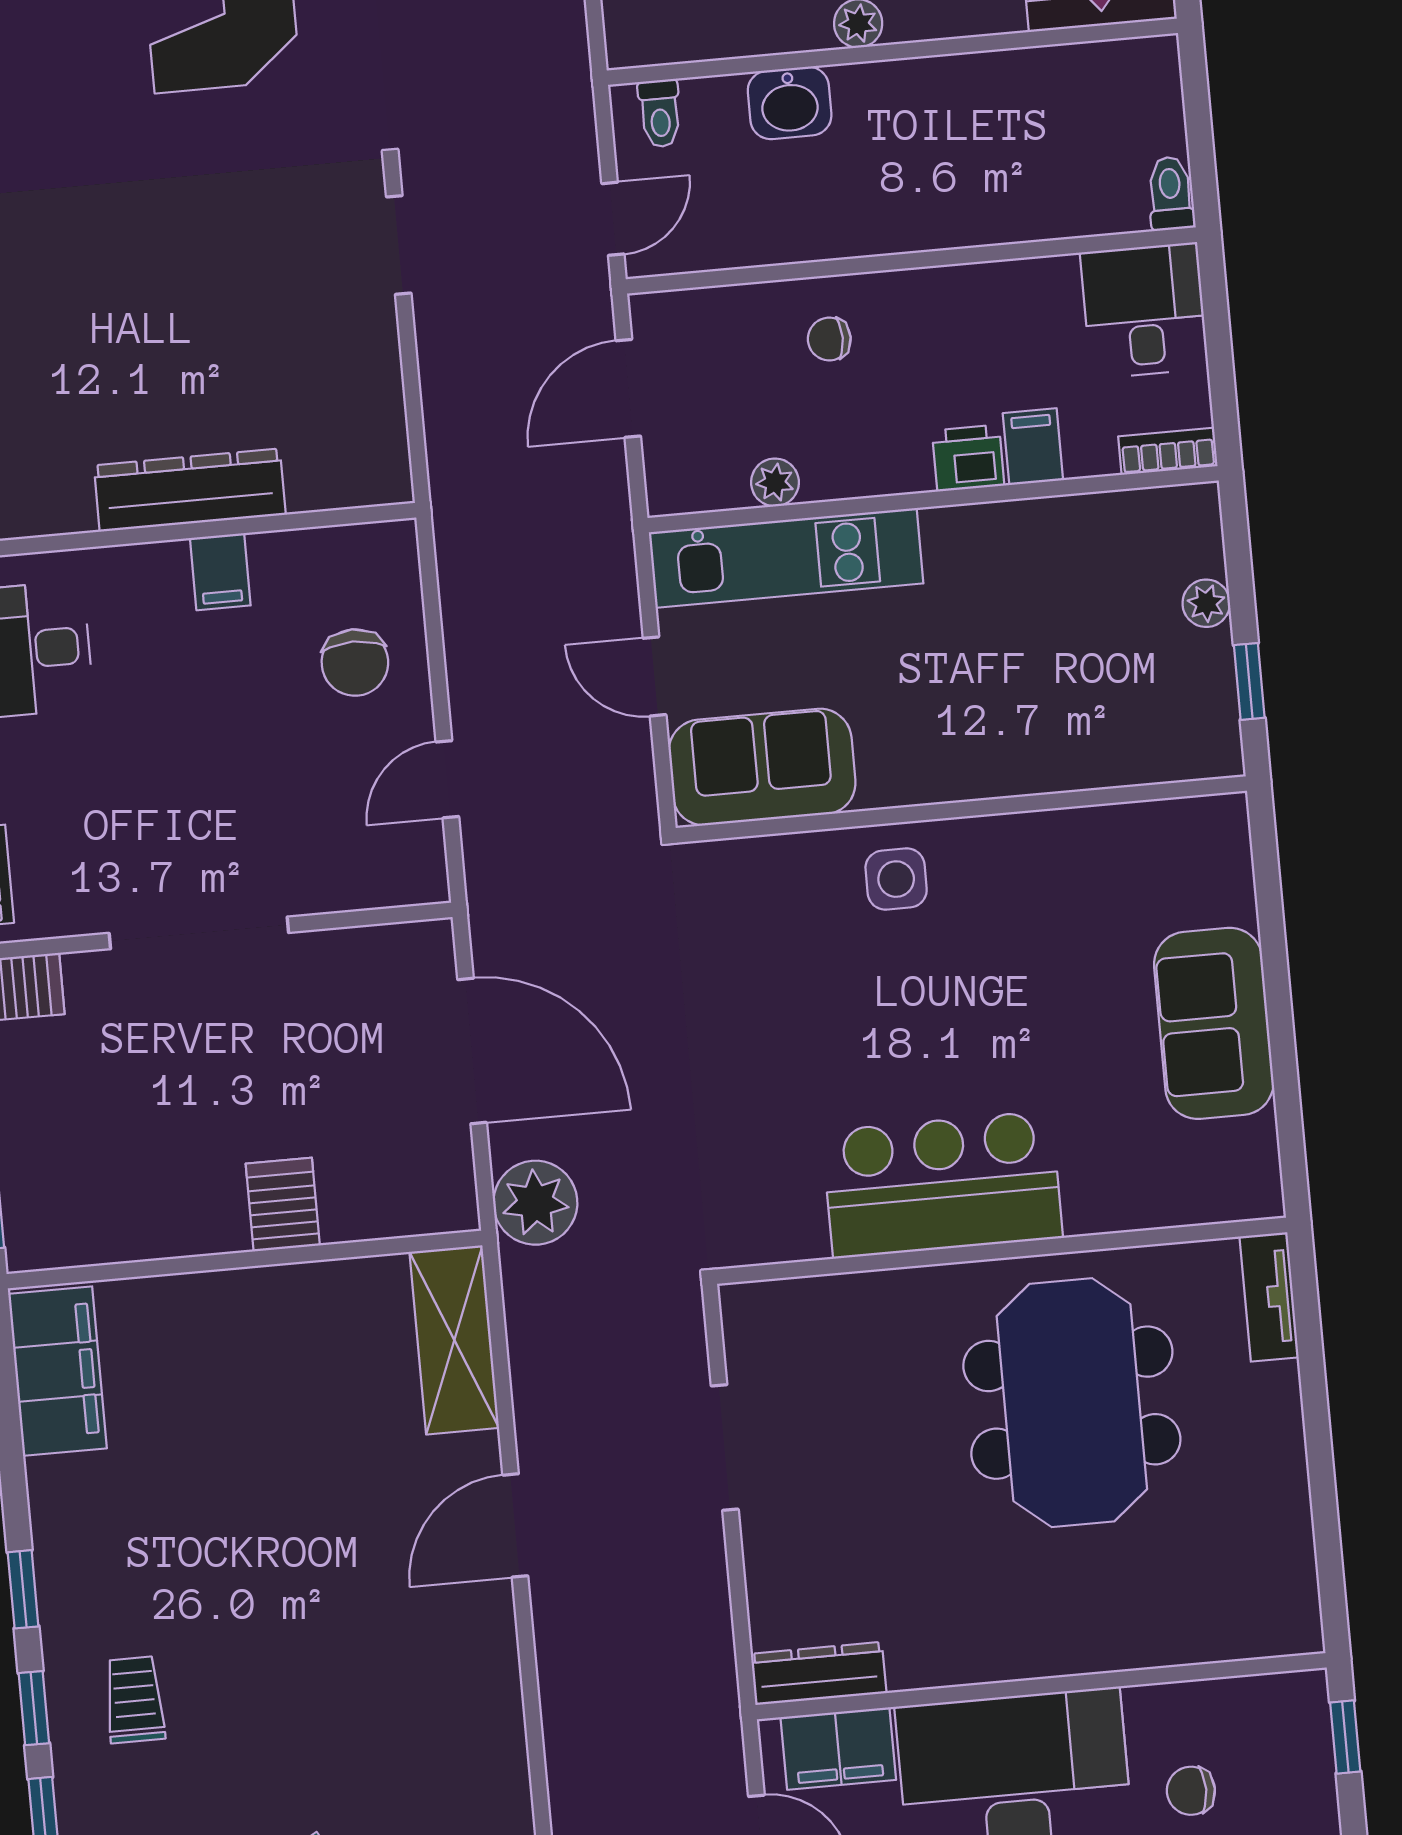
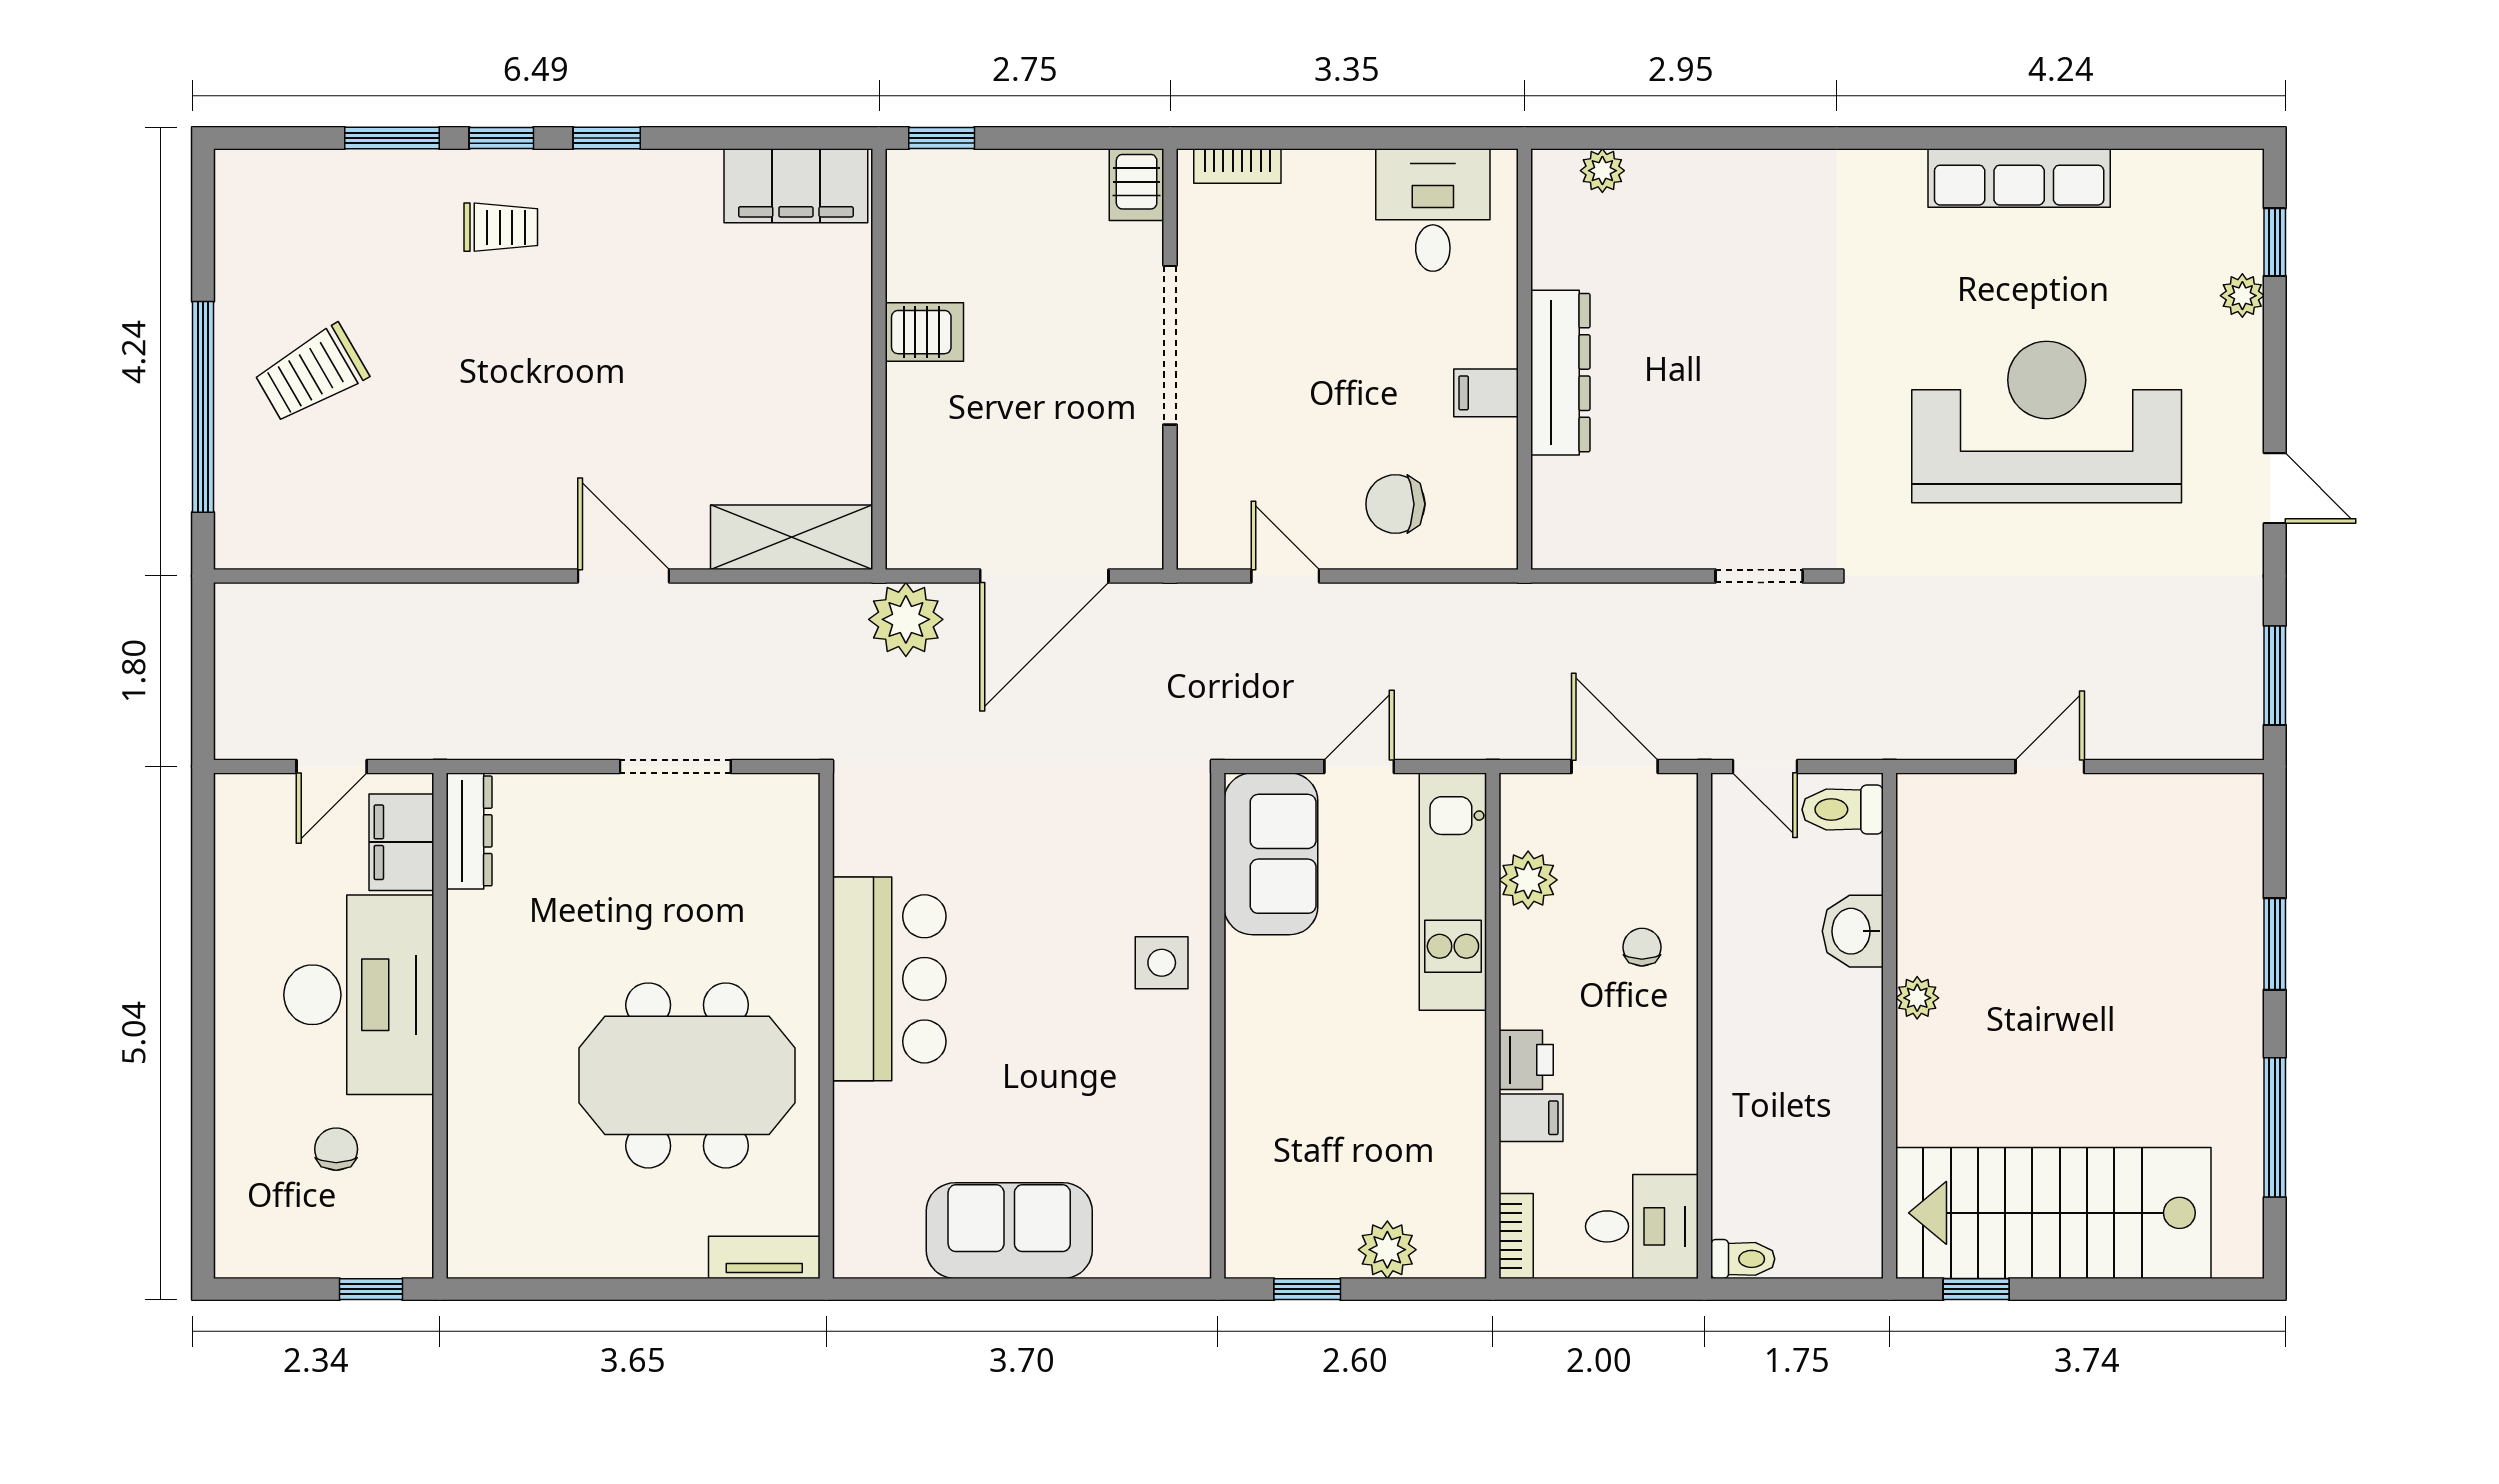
toilet: (660, 113) -> (1843, 810), width x1.37, depth x1.39
plant: (775, 482) -> (1528, 880), width x1.38, depth x1.38
plant: (1206, 603) -> (1387, 1250), width x1.38, depth x1.38
server rack: (283, 1205) -> (924, 332), moved

